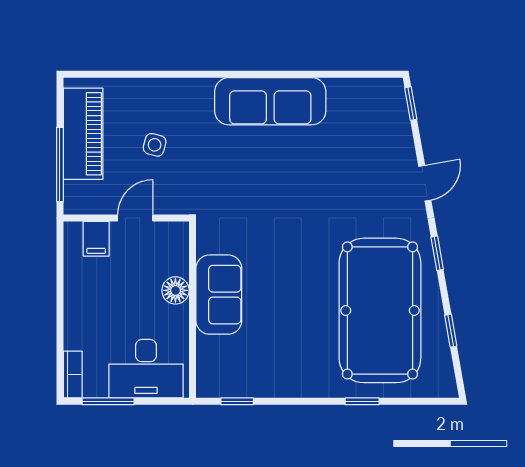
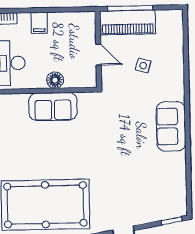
sofa: (270, 101) -> (171, 126), width x0.73
piano: (83, 134) -> (128, 22), moved
filing cabinet: (96, 239) -> (39, 23), moved, turned -90

